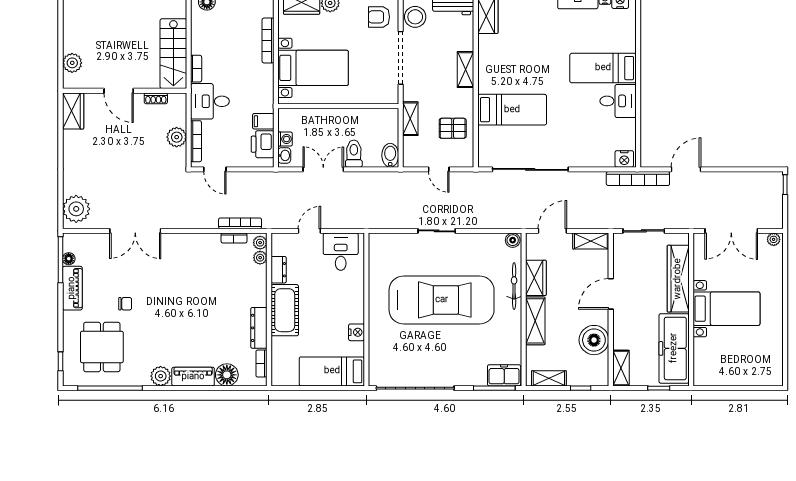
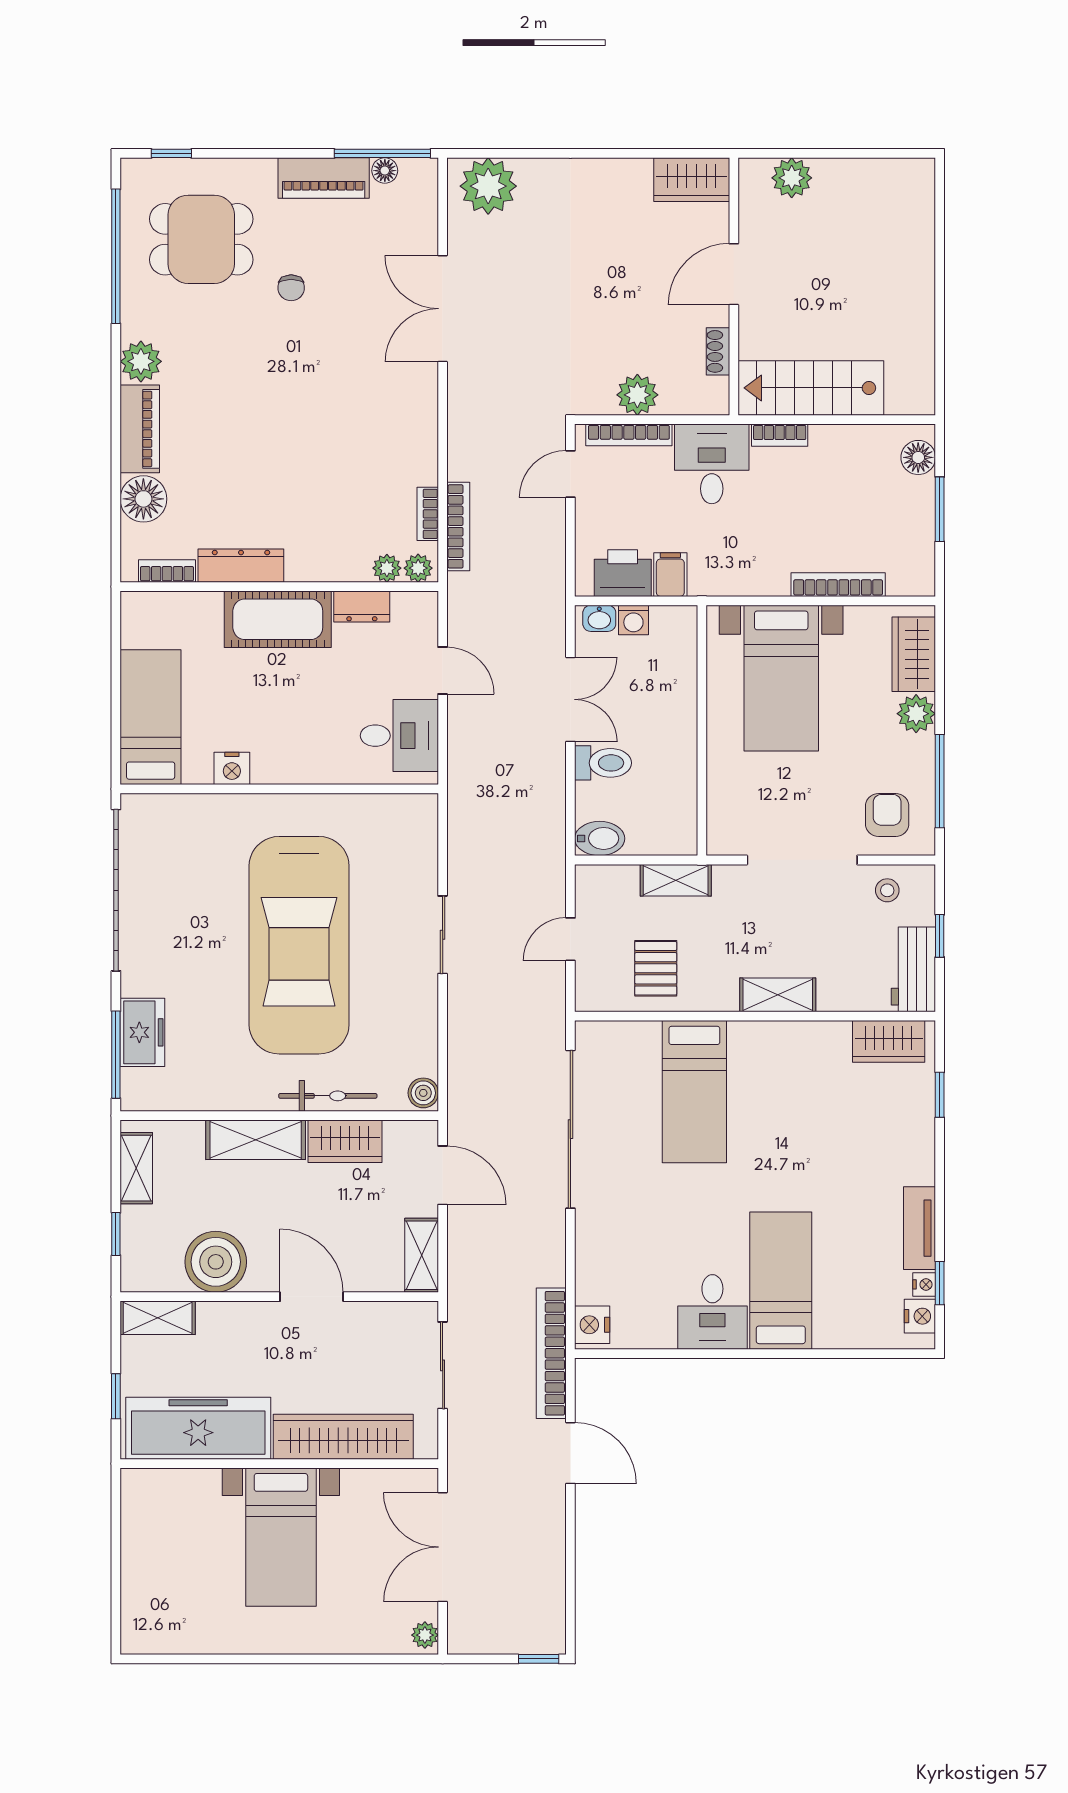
stool: (415, 17) -> (887, 890), width x0.53, depth x0.53
freezer: (504, 375) -> (142, 1032), moved

